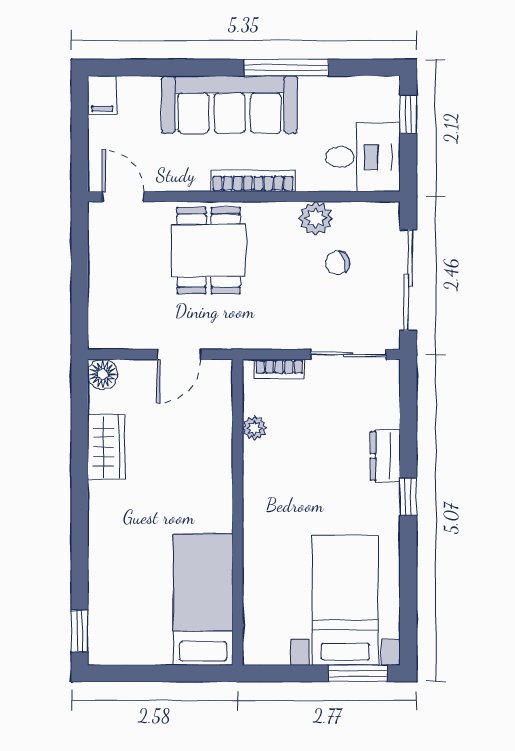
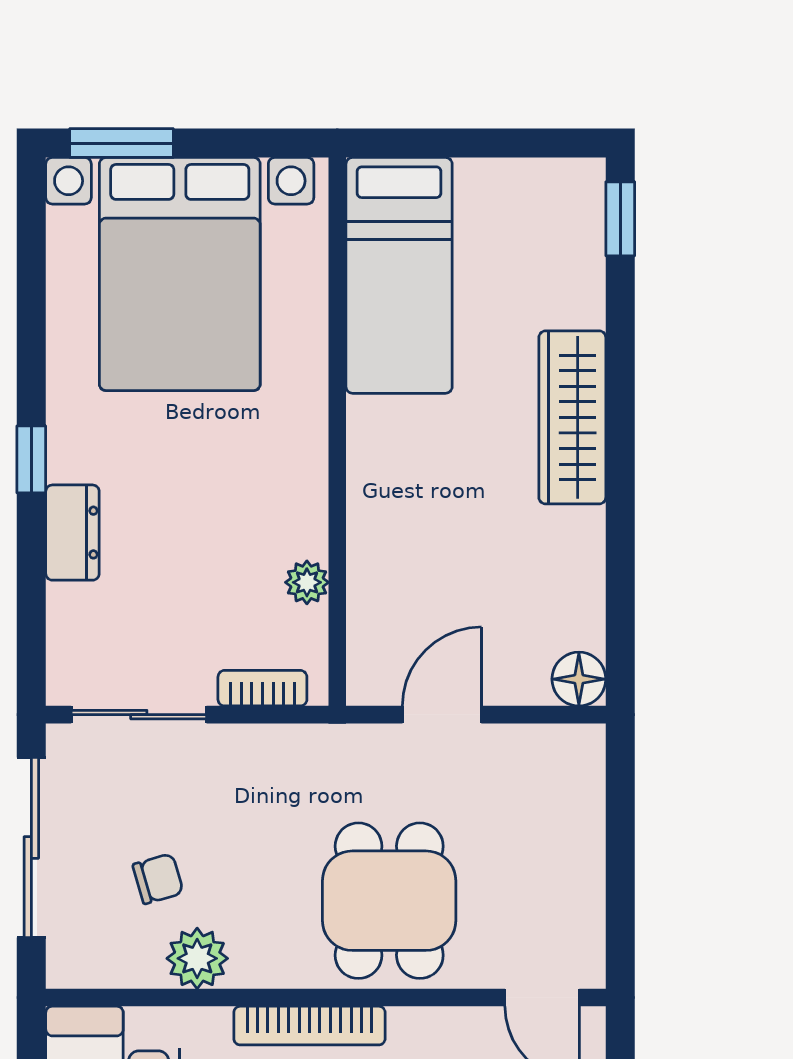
wardrobe: (106, 447) -> (572, 417), moved, width x1.50
bed with nightstands: (345, 600) -> (180, 274), width x1.36

